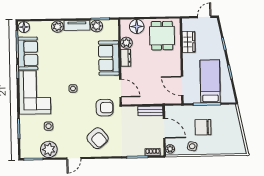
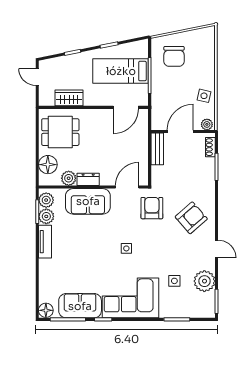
plant: (57, 27) -> (46, 200), moved
chair: (203, 127) -> (174, 56), moved

